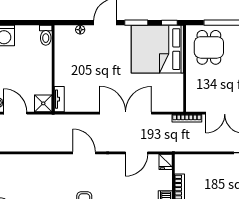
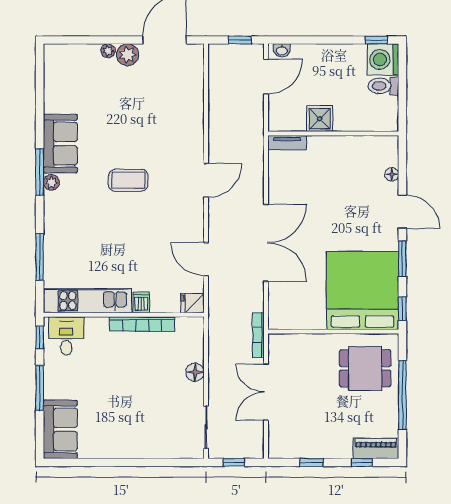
toilet: (46, 35) -> (383, 86), moved
shower: (43, 103) -> (320, 119), moved
floor lamp: (211, 160) -> (195, 372), added

